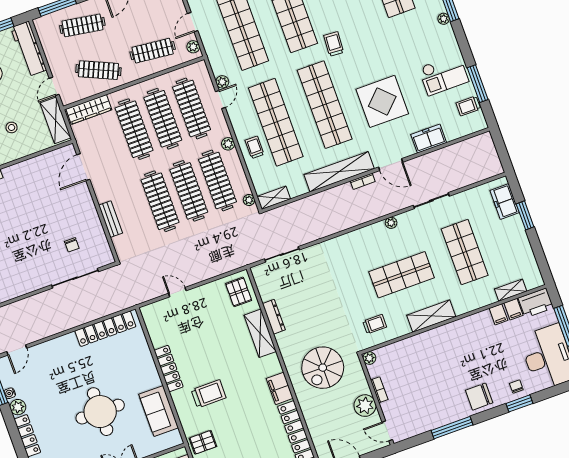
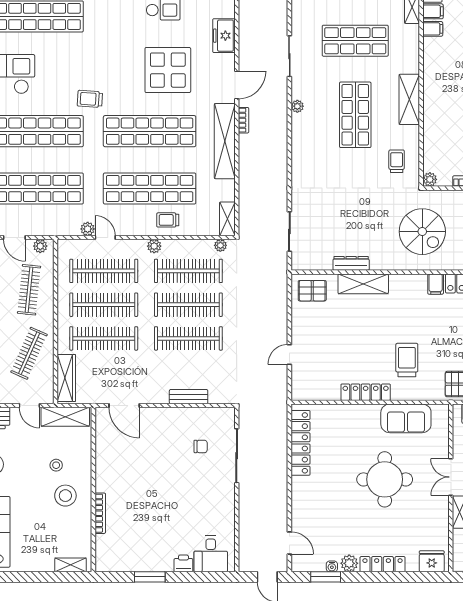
filing cabinet: (280, 388) -> (436, 284), width x0.50

